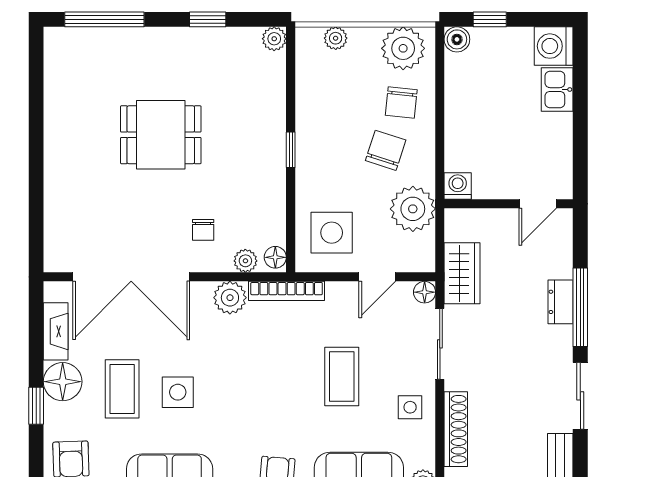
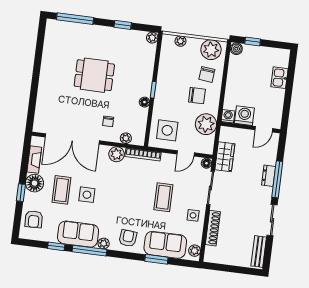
washing machine: (554, 46) -> (244, 116), moved, turned 90
chair: (386, 150) -> (197, 96), turned 72
floor lamp: (275, 257) -> (144, 102), moved

